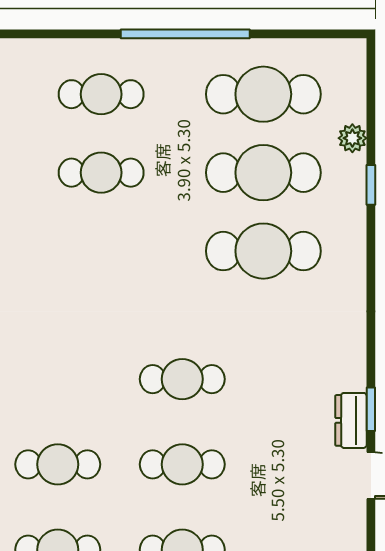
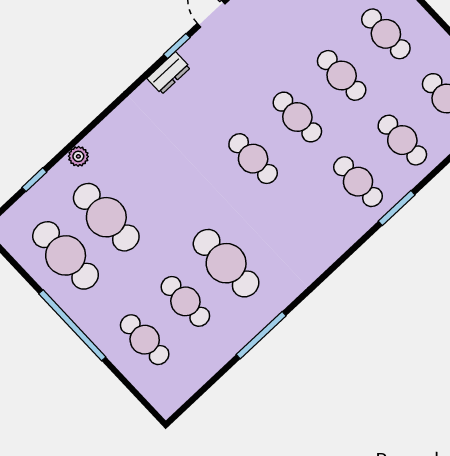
plant: (352, 138) -> (78, 156), moved
window: (371, 185) -> (34, 180), moved
cafe table: (263, 251) -> (226, 263), moved
dresser: (351, 420) -> (169, 73), moved

